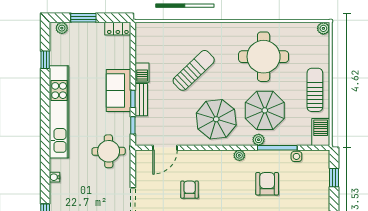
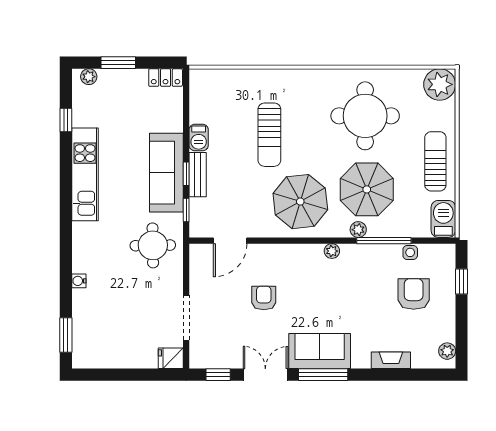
plant: (323, 28) -> (440, 84), width x1.88, depth x1.88
sun lounger: (194, 70) -> (269, 135), turned 134
sofa: (118, 91) -> (166, 173), width x1.36
kitchen unit: (59, 112) -> (85, 174), width x0.73
armchair: (267, 184) -> (414, 294), moved

